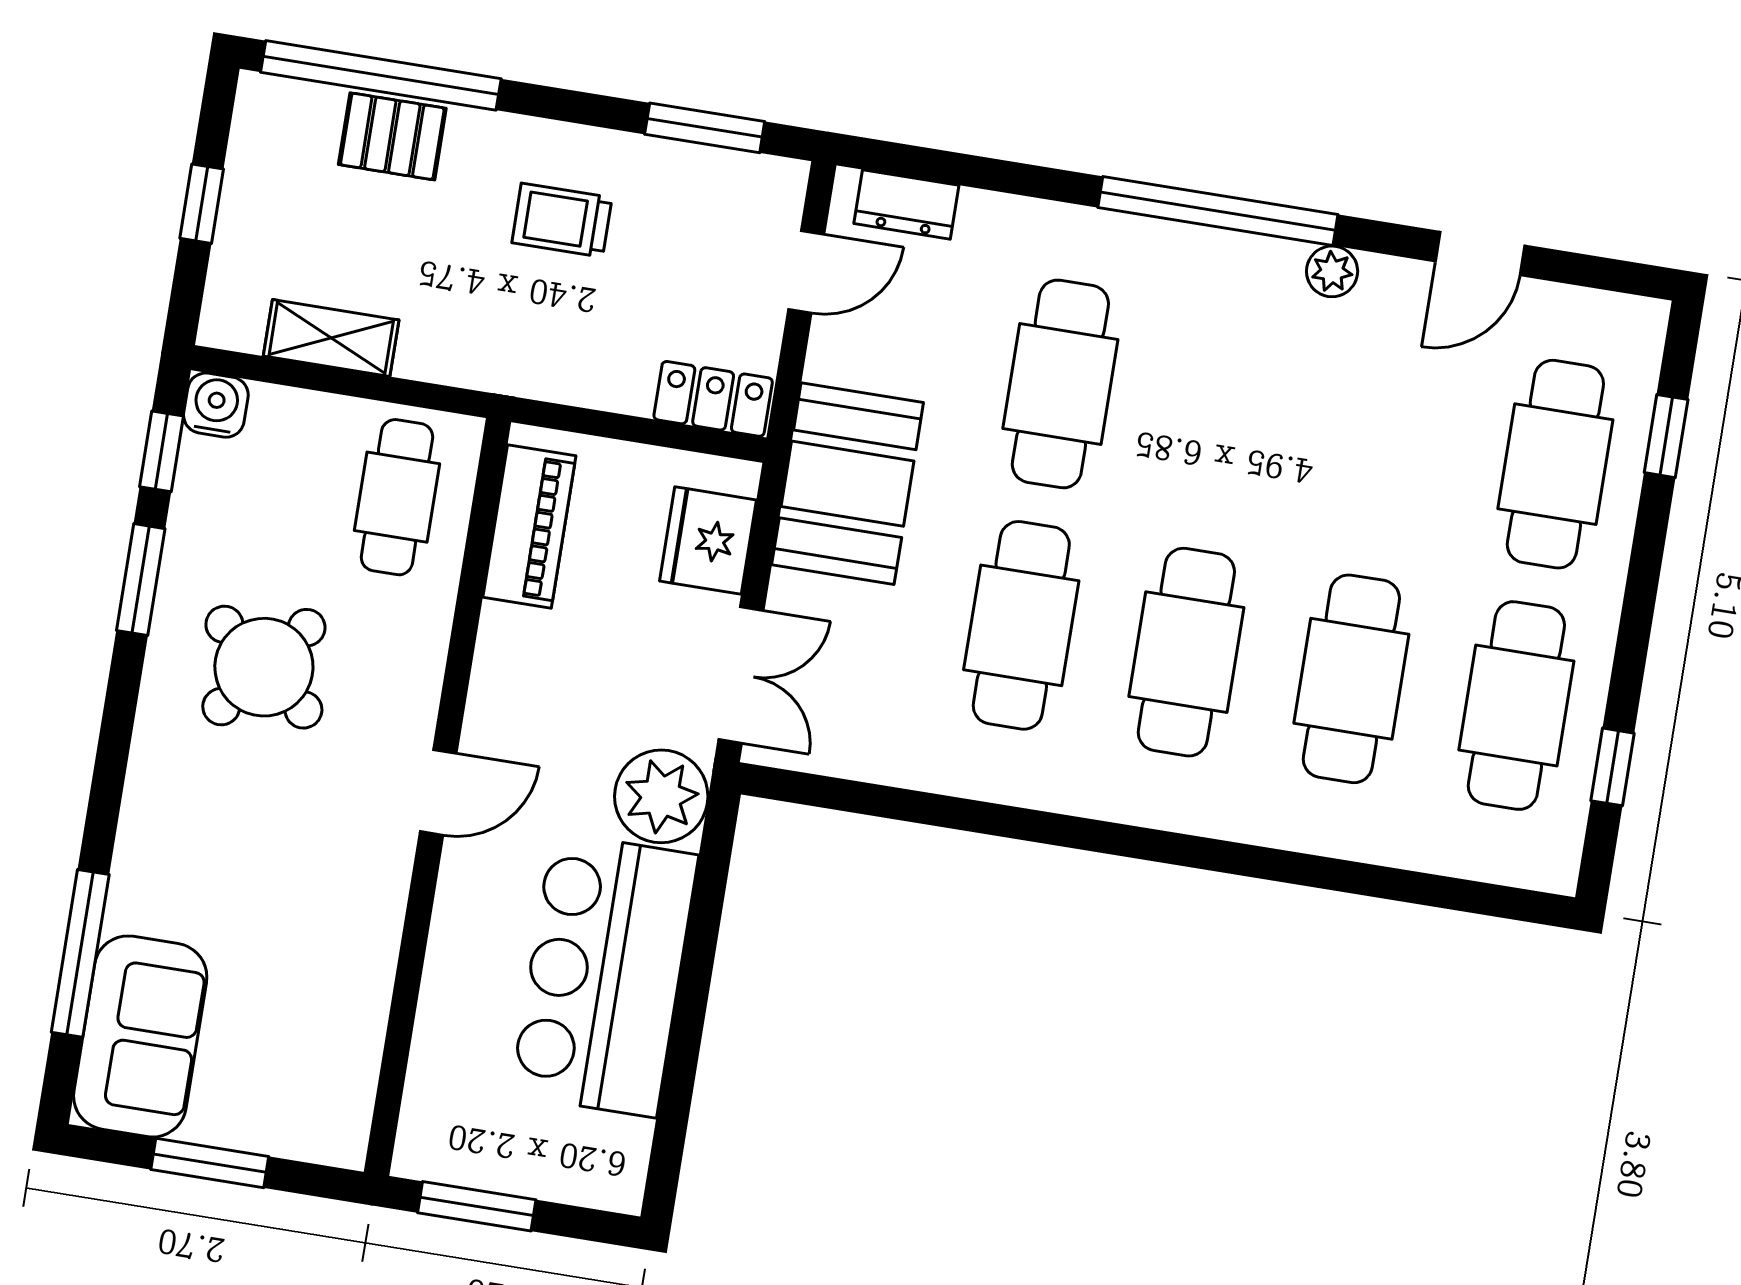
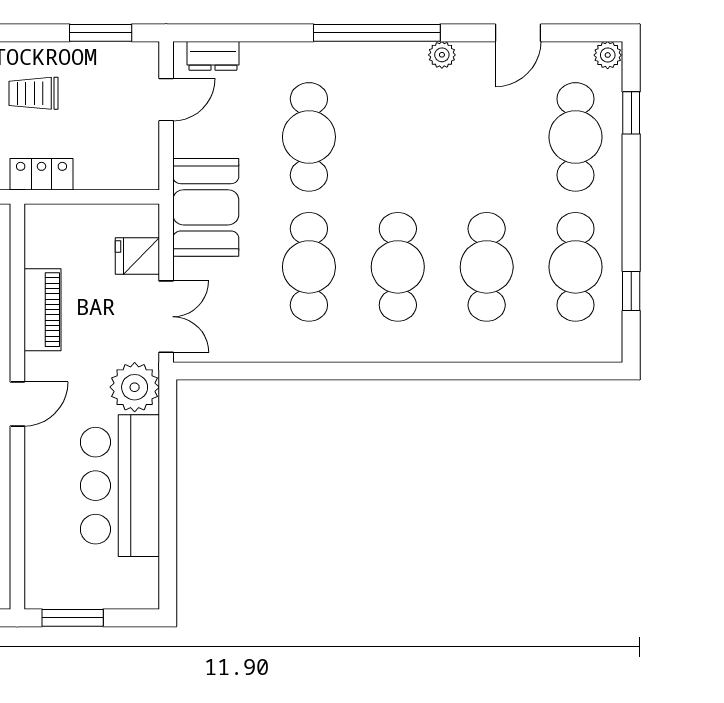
plant: (1640, 322) -> (608, 55), added
locker: (713, 399) -> (41, 174), moved
piano: (529, 527) -> (42, 310), moved
fridge: (708, 541) -> (137, 256), width x0.72

